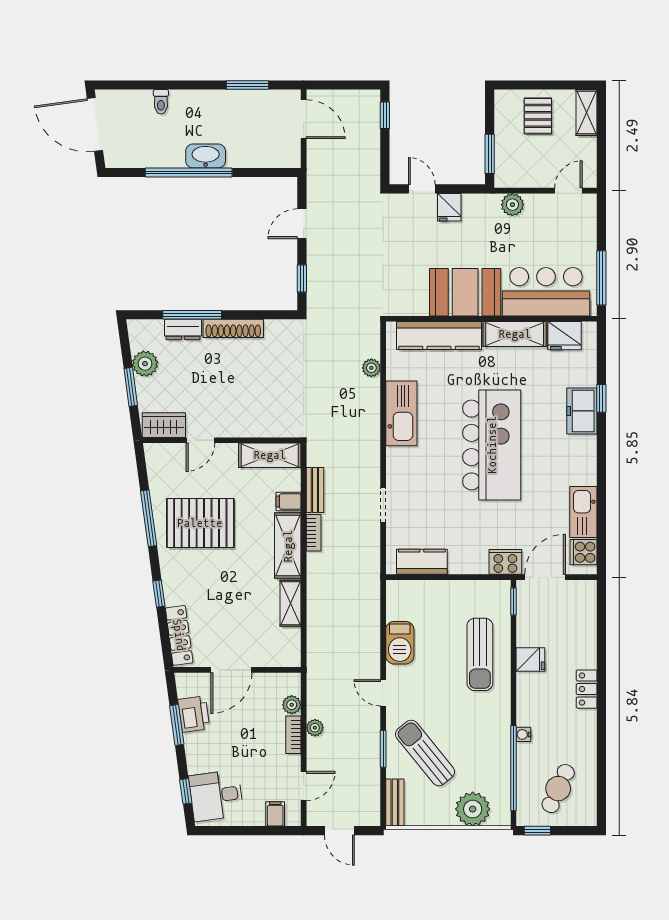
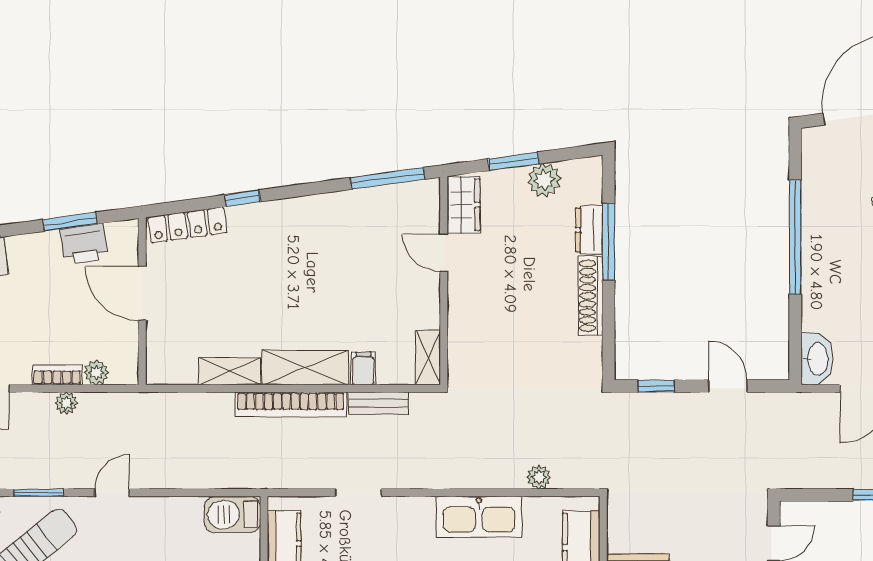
washbasin: (206, 156) -> (817, 359), moved
shelving: (270, 455) -> (428, 358), width x0.67, depth x0.75
window: (149, 518) -> (388, 178), moved
pallet: (200, 523) -> (335, 253), removed
bookcase: (314, 533) -> (291, 404), width x2.31, depth x1.31
barbecue: (400, 643) -> (232, 515), moved

